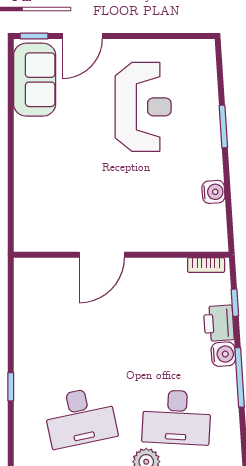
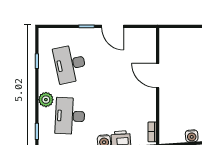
door: (11, 338) -> (113, 26), added

